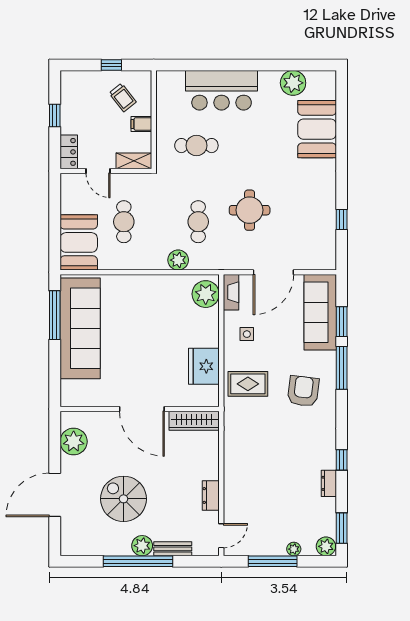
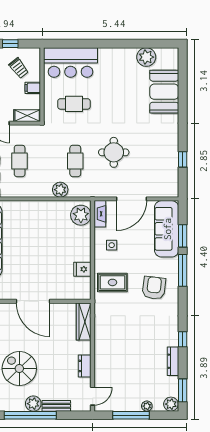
bar counter: (222, 90) -> (71, 63), moved
fridge: (204, 366) -> (82, 269), width x0.53, depth x0.75
wardrobe: (194, 421) -> (84, 321), moved, turned 90
dresser: (329, 483) -> (173, 361), width x1.44

